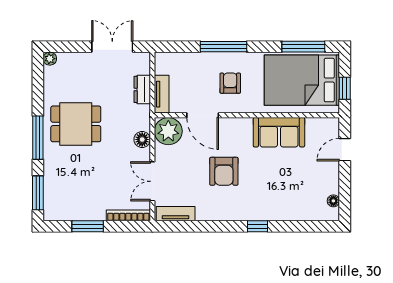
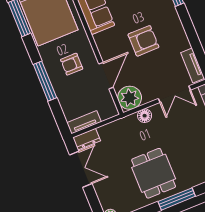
double door: (112, 47) -> (81, 169), swing flipped
dresser: (142, 89) -> (87, 139), moved
tv unit: (162, 94) -> (84, 122), moved

